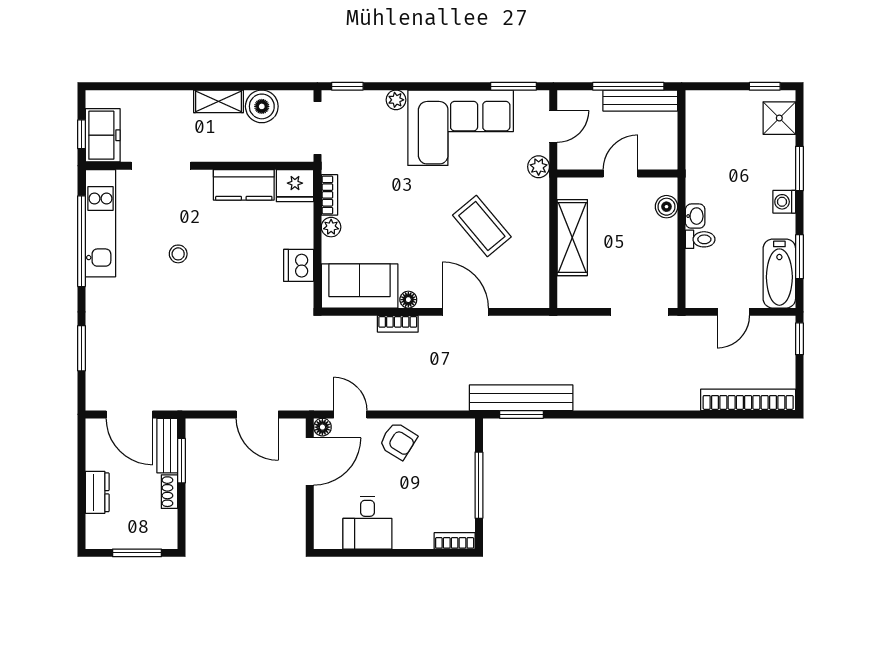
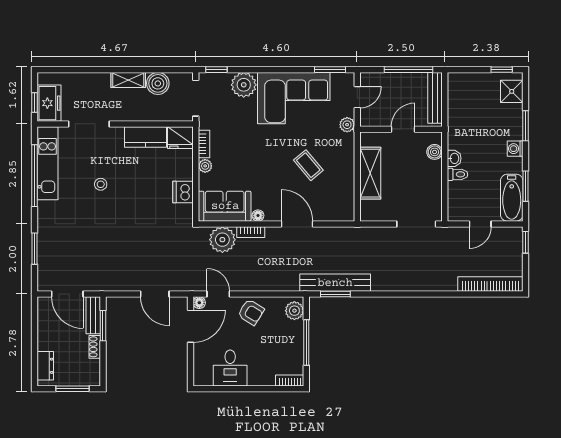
plant: (396, 100) -> (244, 85), width x1.88, depth x1.88
bench: (640, 101) -> (435, 98), moved, turned 90
coffee table: (482, 226) -> (308, 165), width x0.73, depth x0.77
plant: (356, 335) -> (222, 240), added
plant: (462, 439) -> (294, 311), added
dresser: (97, 492) -> (45, 366), moved

